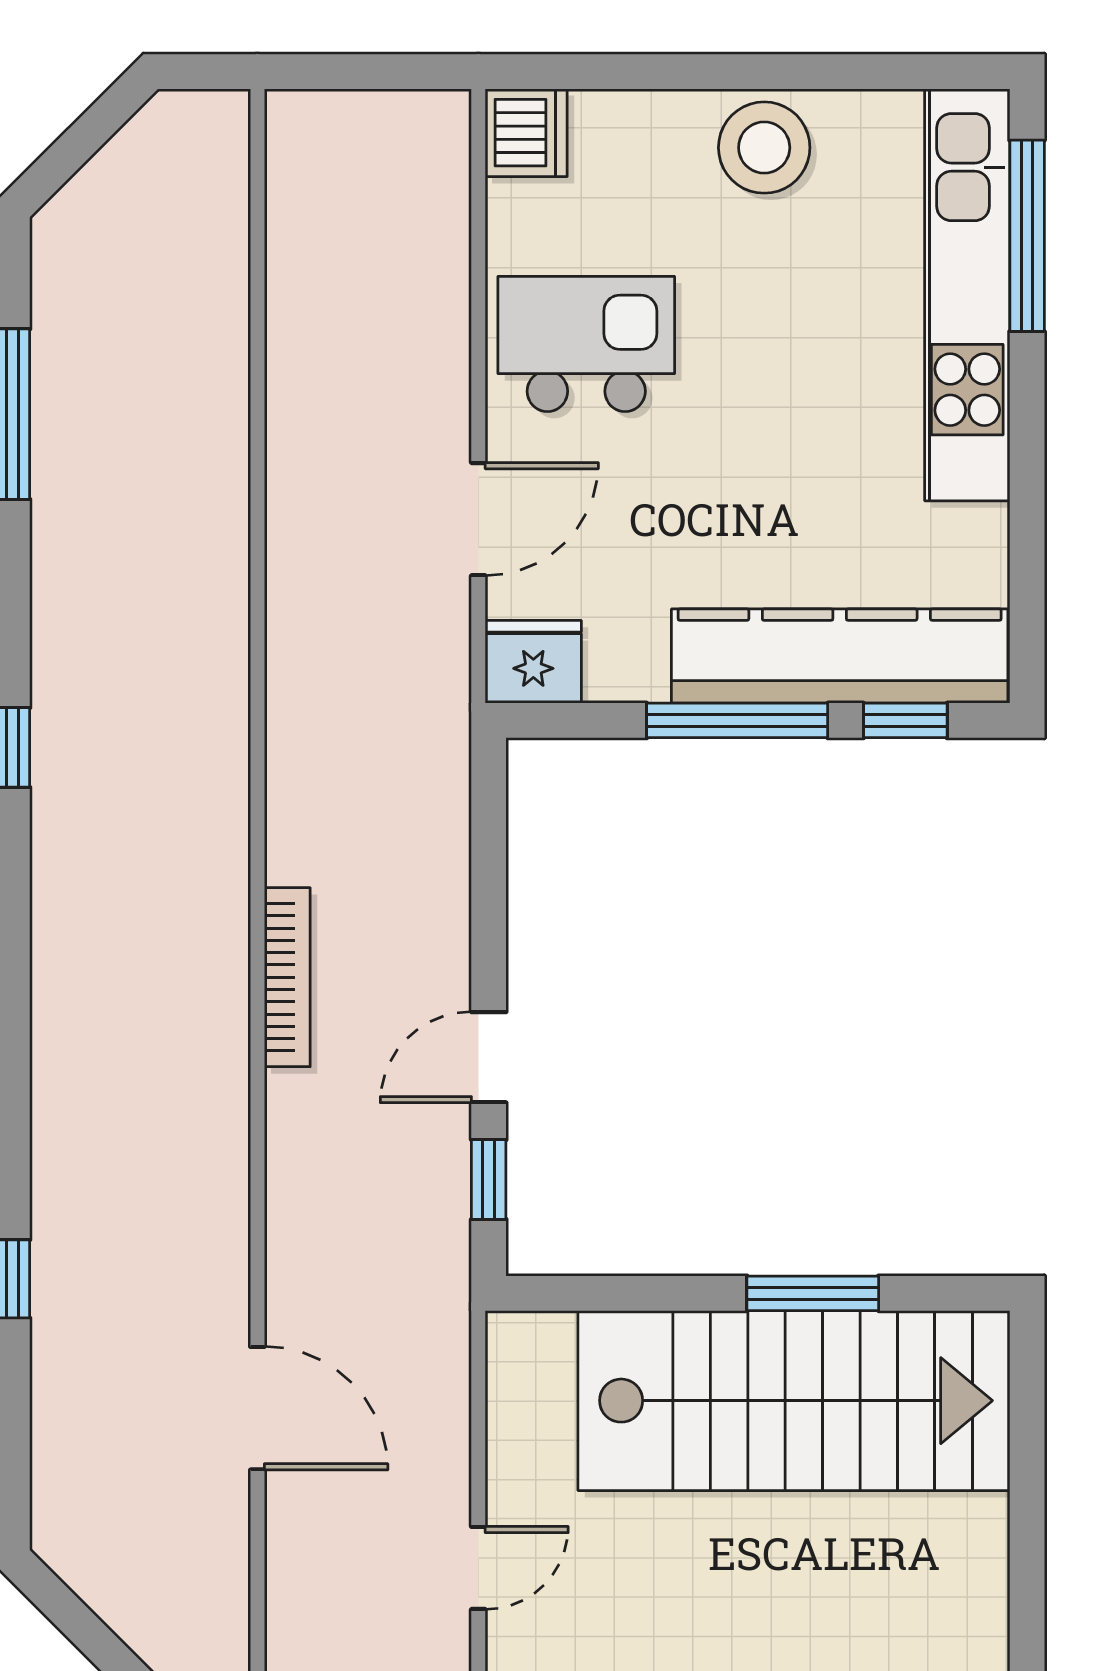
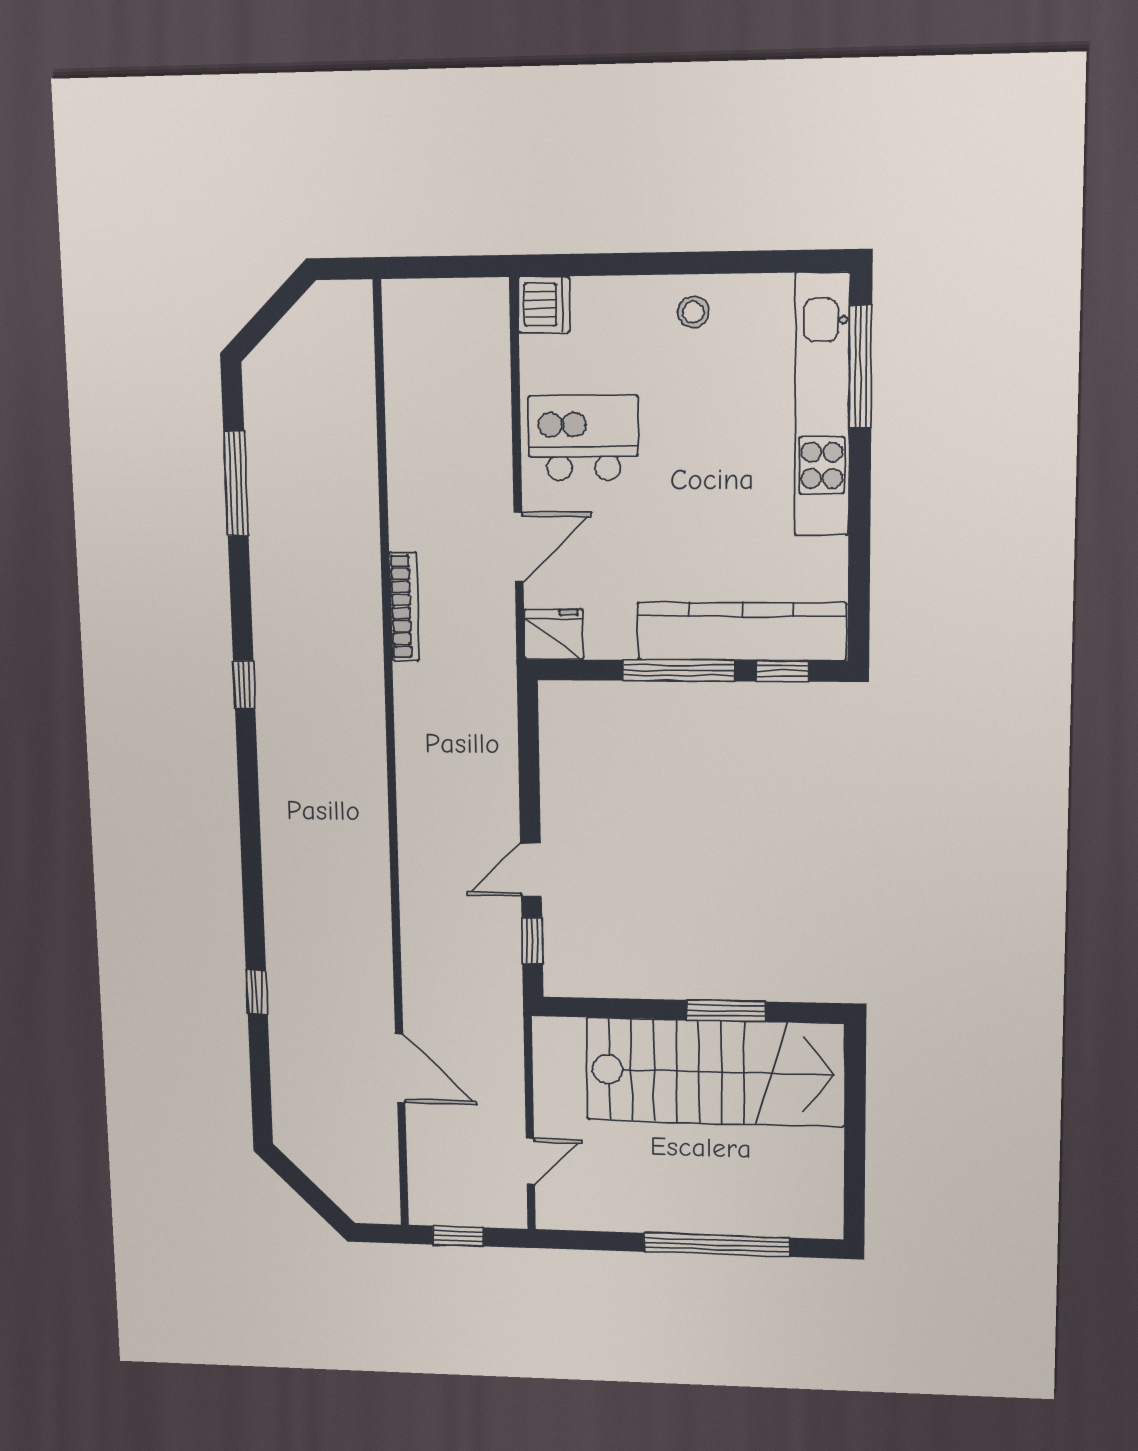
stool: (764, 148) -> (693, 312), width x0.53, depth x0.53
bookcase: (287, 977) -> (404, 607), moved

